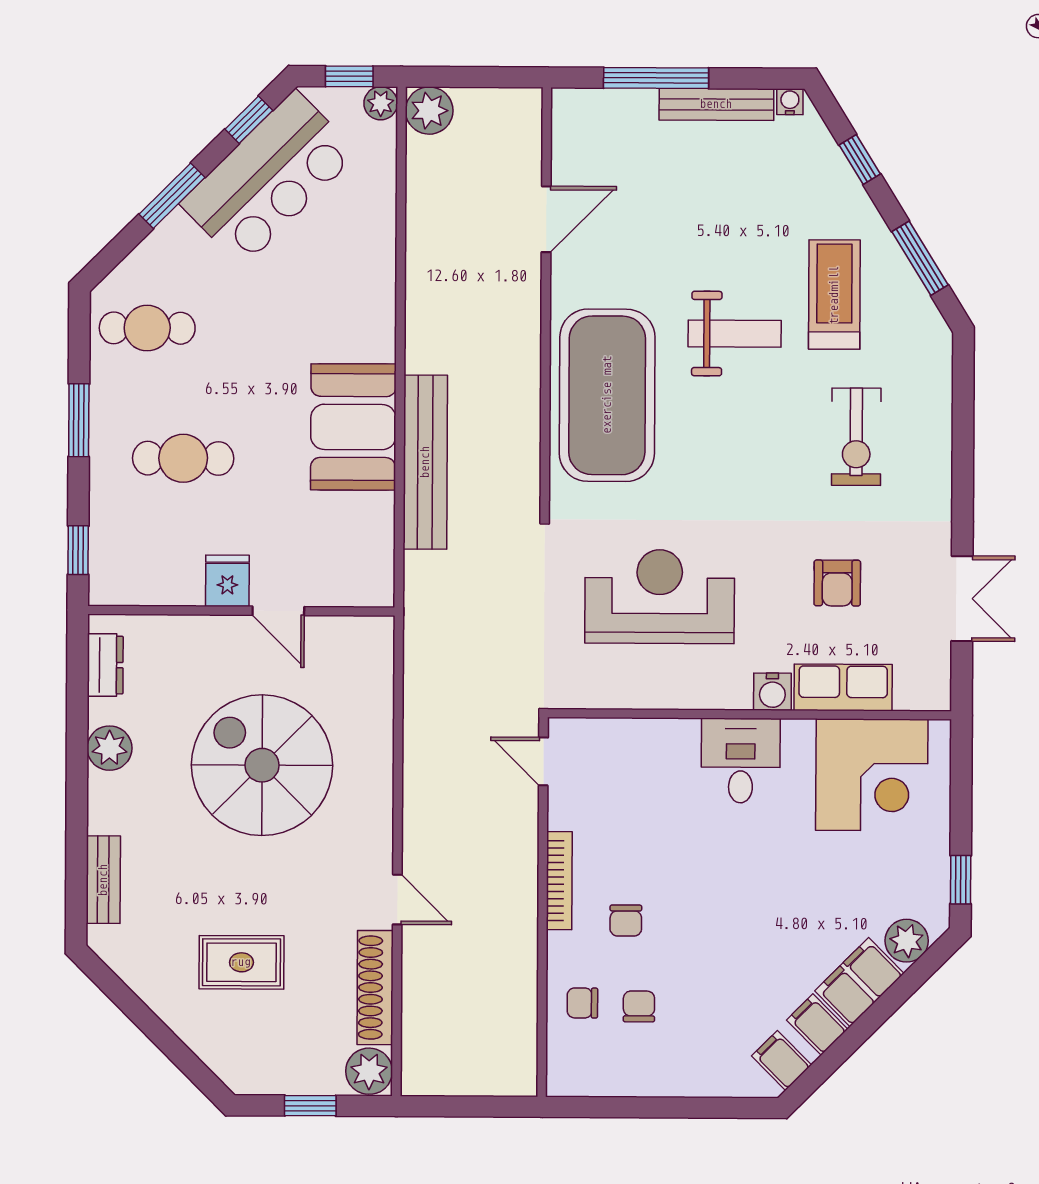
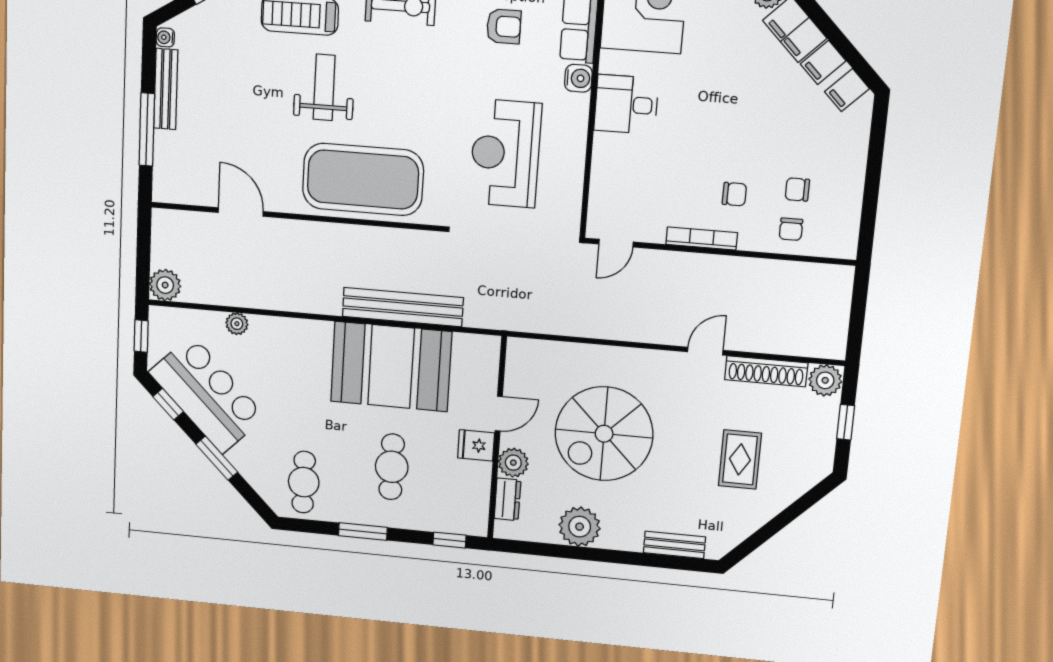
plant: (381, 103) -> (237, 324), moved
booth: (353, 427) -> (391, 367), width x1.36, depth x1.42
plant: (206, 637) -> (513, 463), added
dresser: (105, 665) -> (508, 499), moved, turned 90
plant: (110, 748) -> (580, 527), width x1.36, depth x1.36

